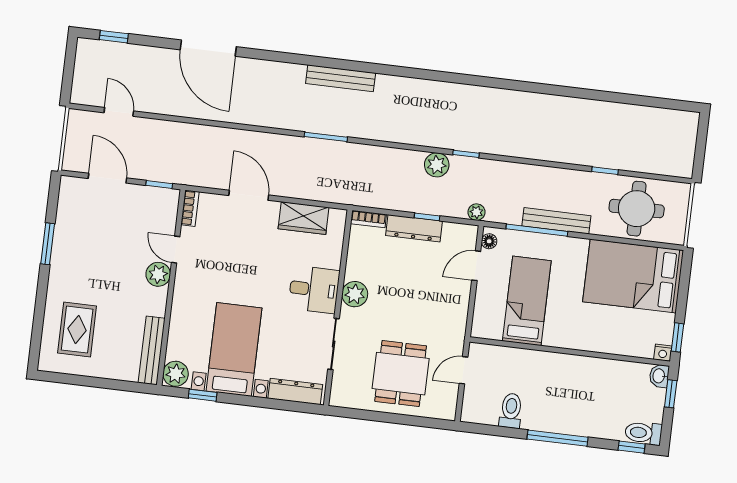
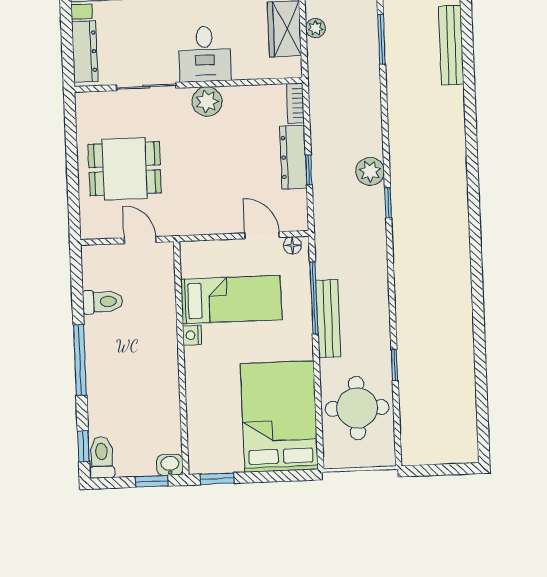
plant: (476, 212) -> (315, 28), moved
nightstand: (663, 353) -> (192, 335), moved

